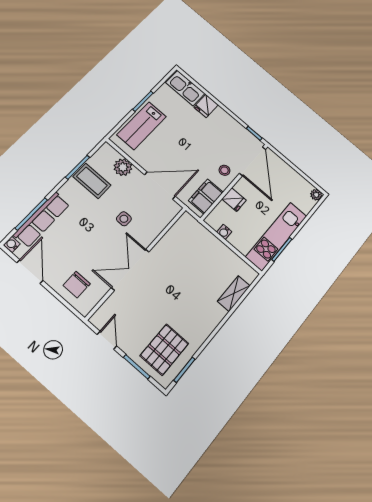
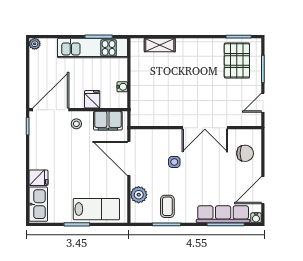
coffee table: (92, 181) -> (167, 206), width x0.73, depth x0.77
pallet: (164, 350) -> (237, 60), turned 90

